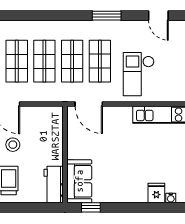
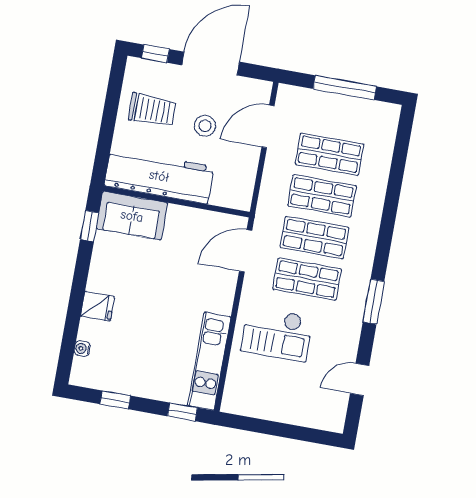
checkout: (139, 74) -> (277, 334), turned 180
workbench: (54, 185) -> (159, 176), width x1.87, depth x1.32
fridge: (156, 193) -> (98, 306), moved

